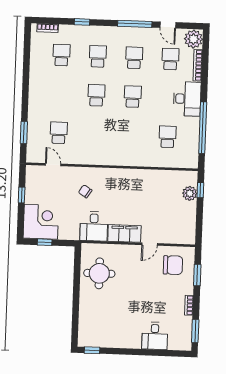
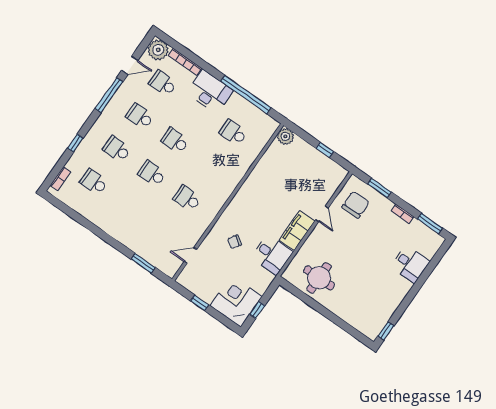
school desk: (59, 133) -> (187, 198), moved
window: (200, 190) -> (325, 150), moved
plant: (190, 193) -> (285, 136), moved

